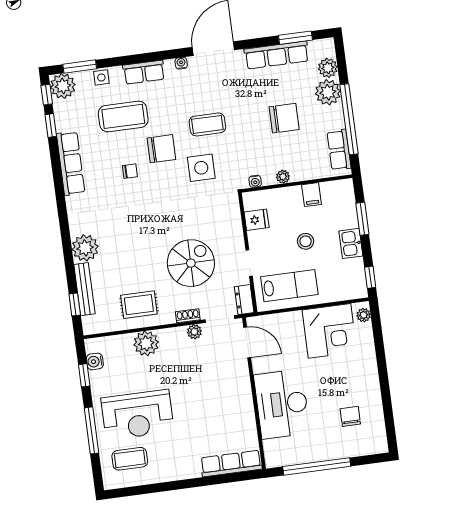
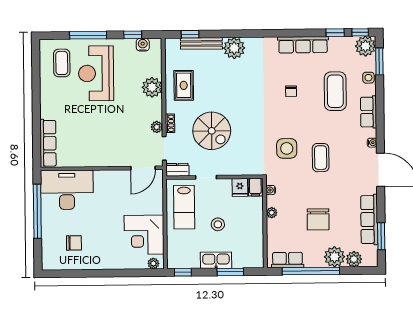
chair: (161, 149) -> (306, 119), removed
filing cabinet: (311, 195) -> (255, 187), moved, turned -90
kitchen sink: (351, 243) -> (216, 260), width x1.38
desk: (282, 404) -> (67, 190), moved

